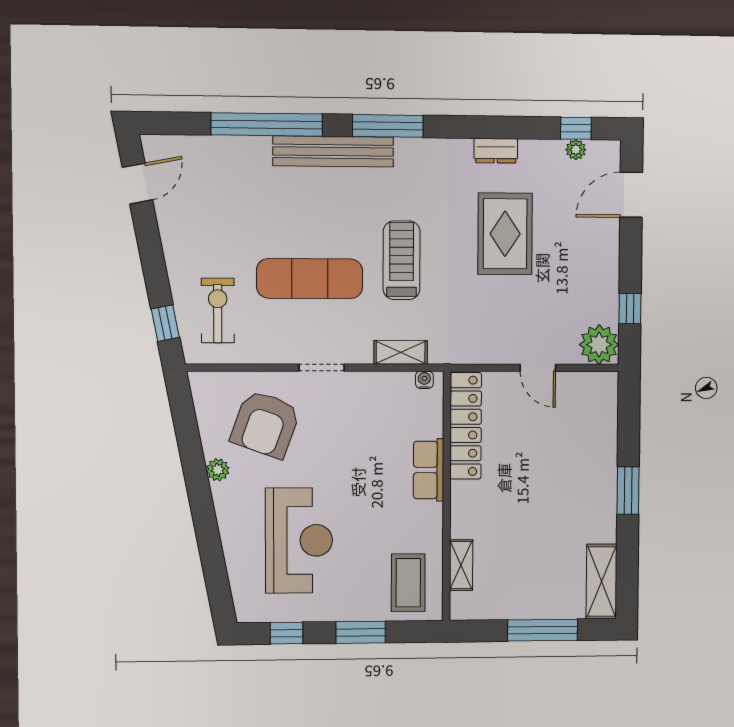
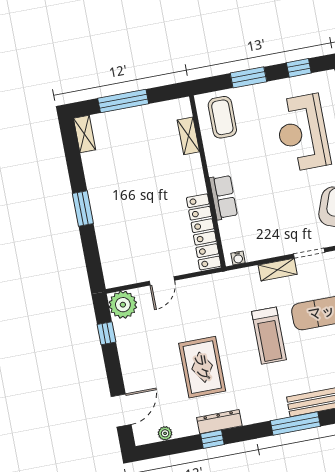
window: (576, 128) -> (212, 439), moved
dresser: (496, 151) -> (219, 422), width x1.44
shelving: (401, 352) -> (278, 270), moved
door: (538, 368) -> (162, 281), swing flipped
shelving: (602, 581) -> (85, 134), width x0.67, depth x0.75

